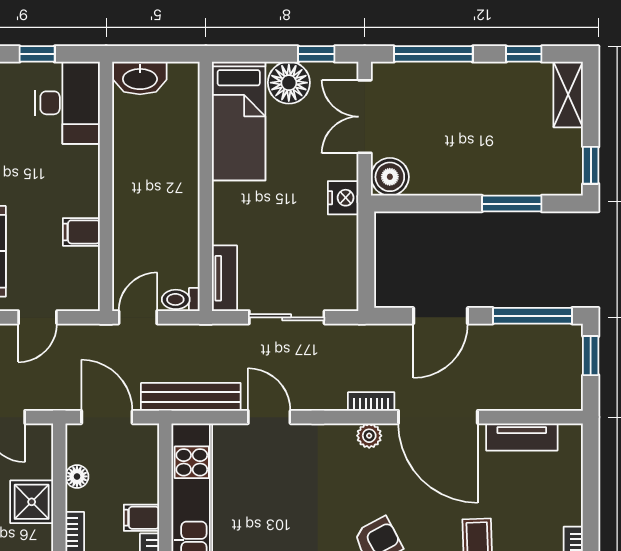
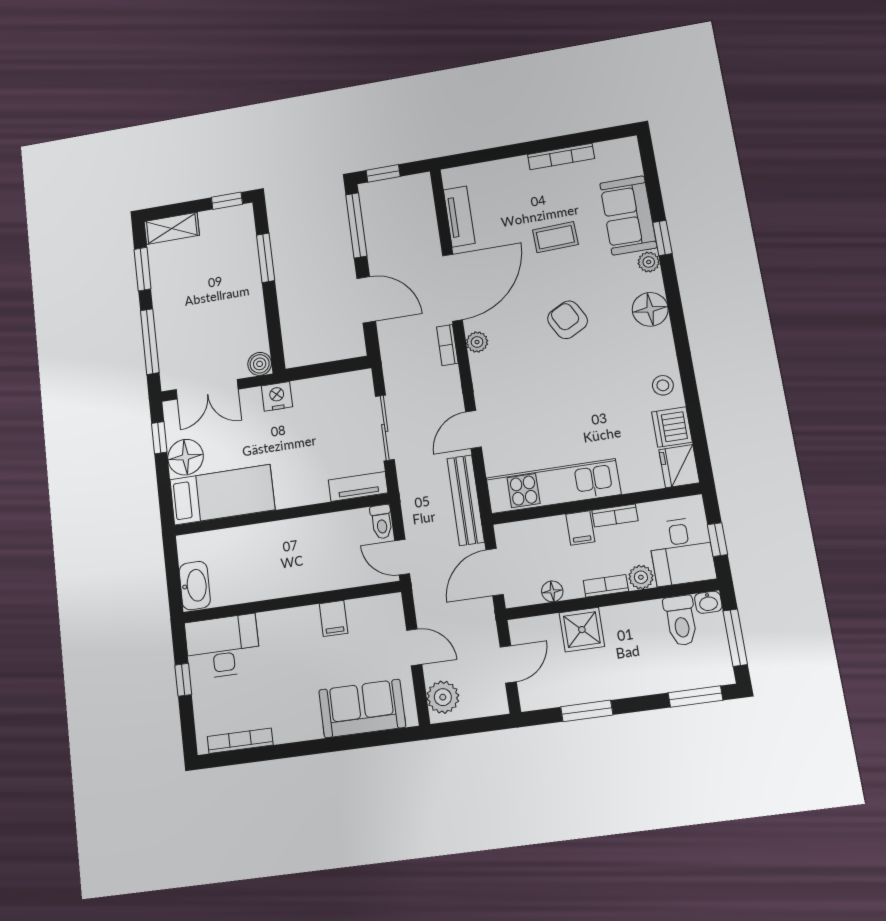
window: (524, 54) -> (143, 269), width x1.50
boiler: (390, 177) -> (260, 364), width x0.73, depth x0.73

